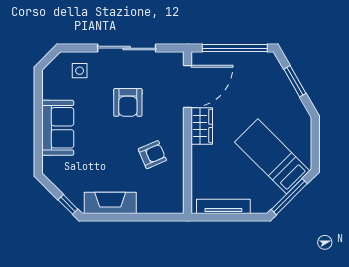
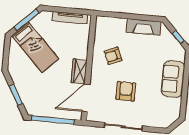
side table: (80, 71) -> (155, 115), removed
window: (68, 204) -> (178, 37), moved

